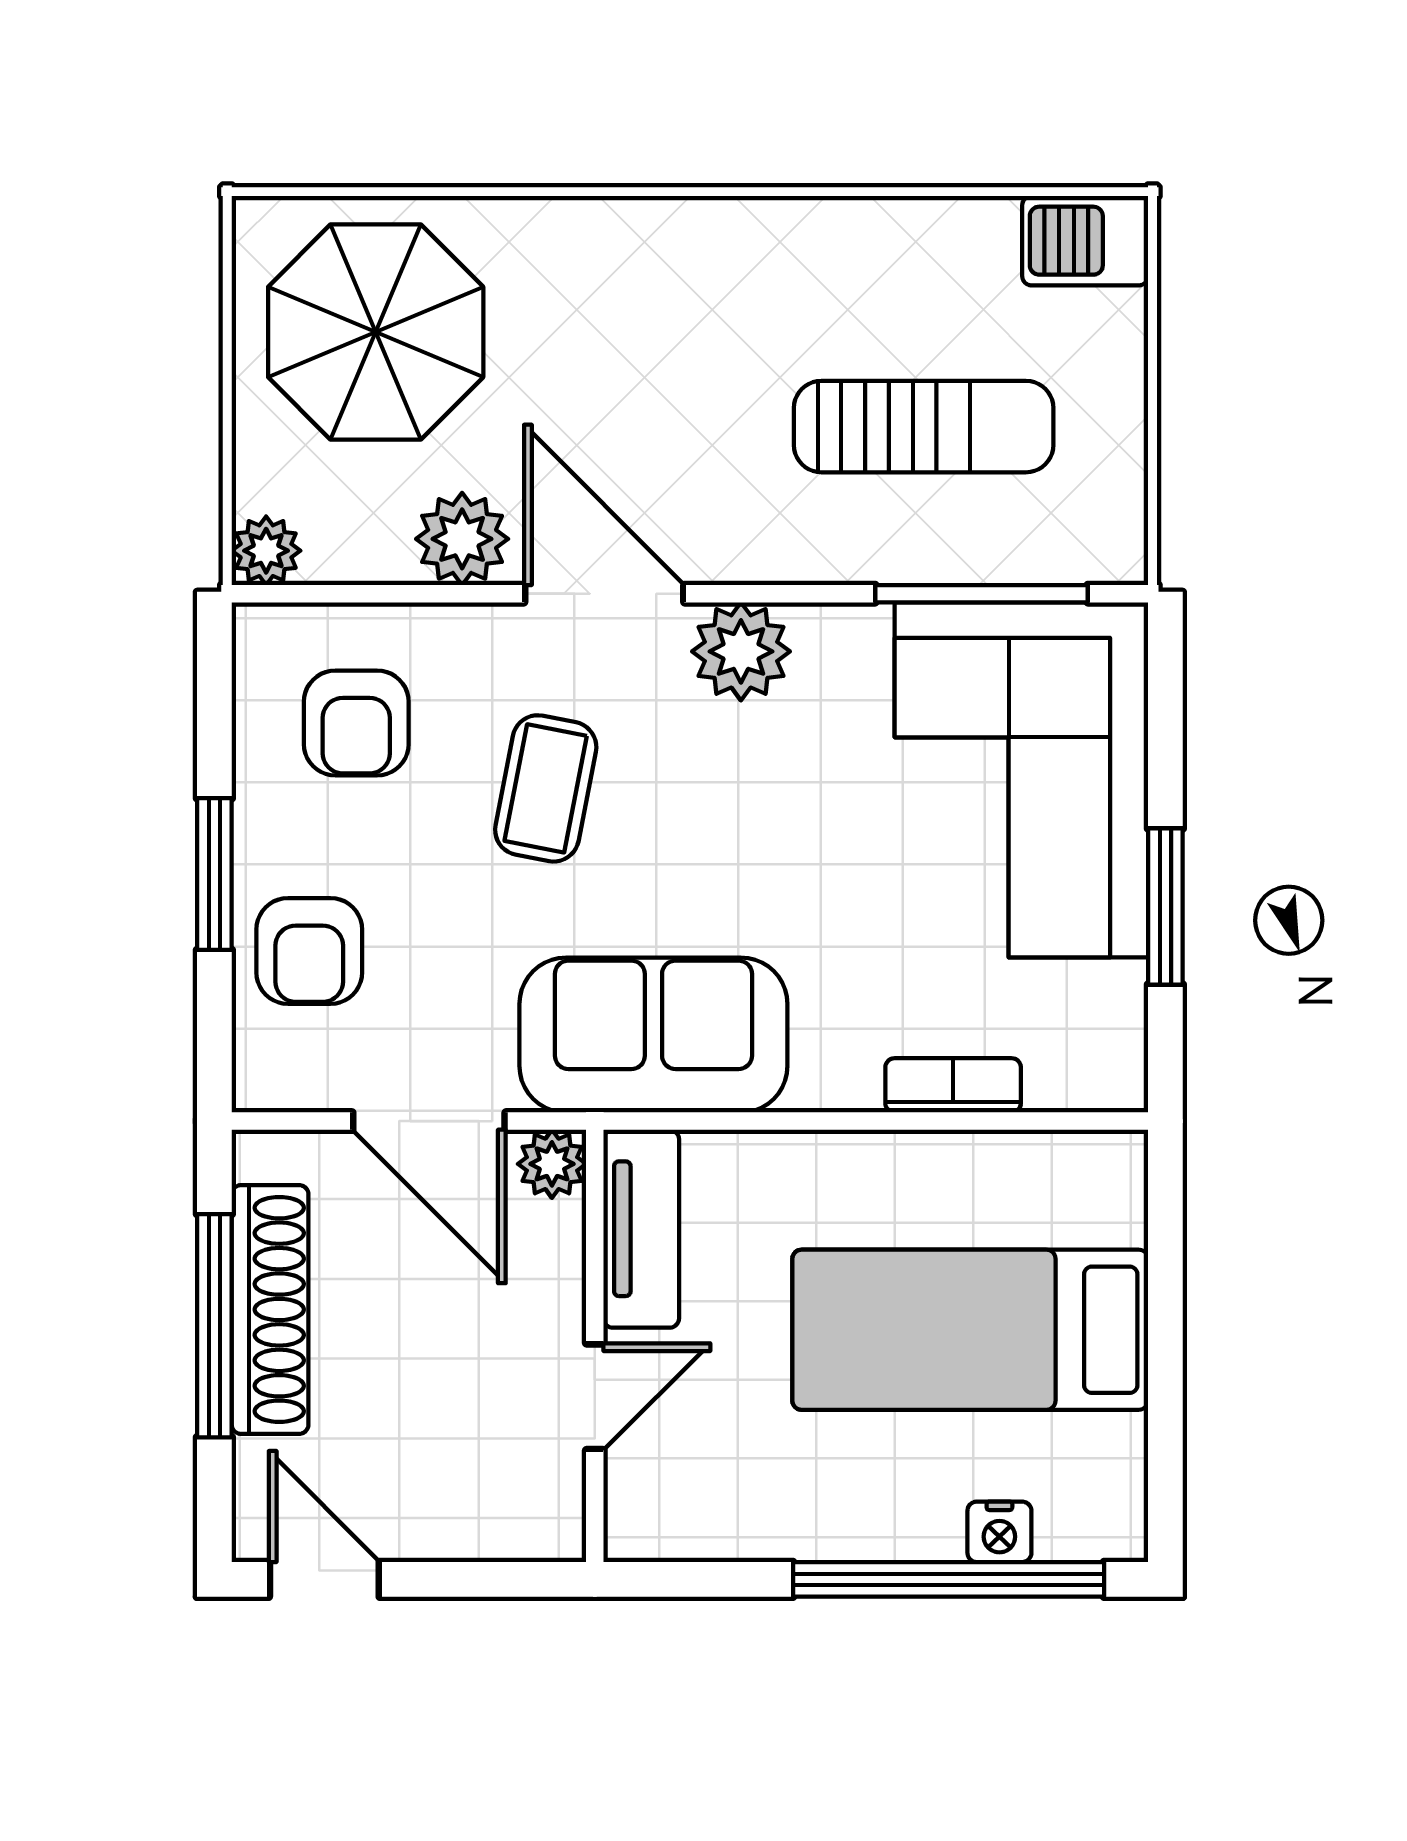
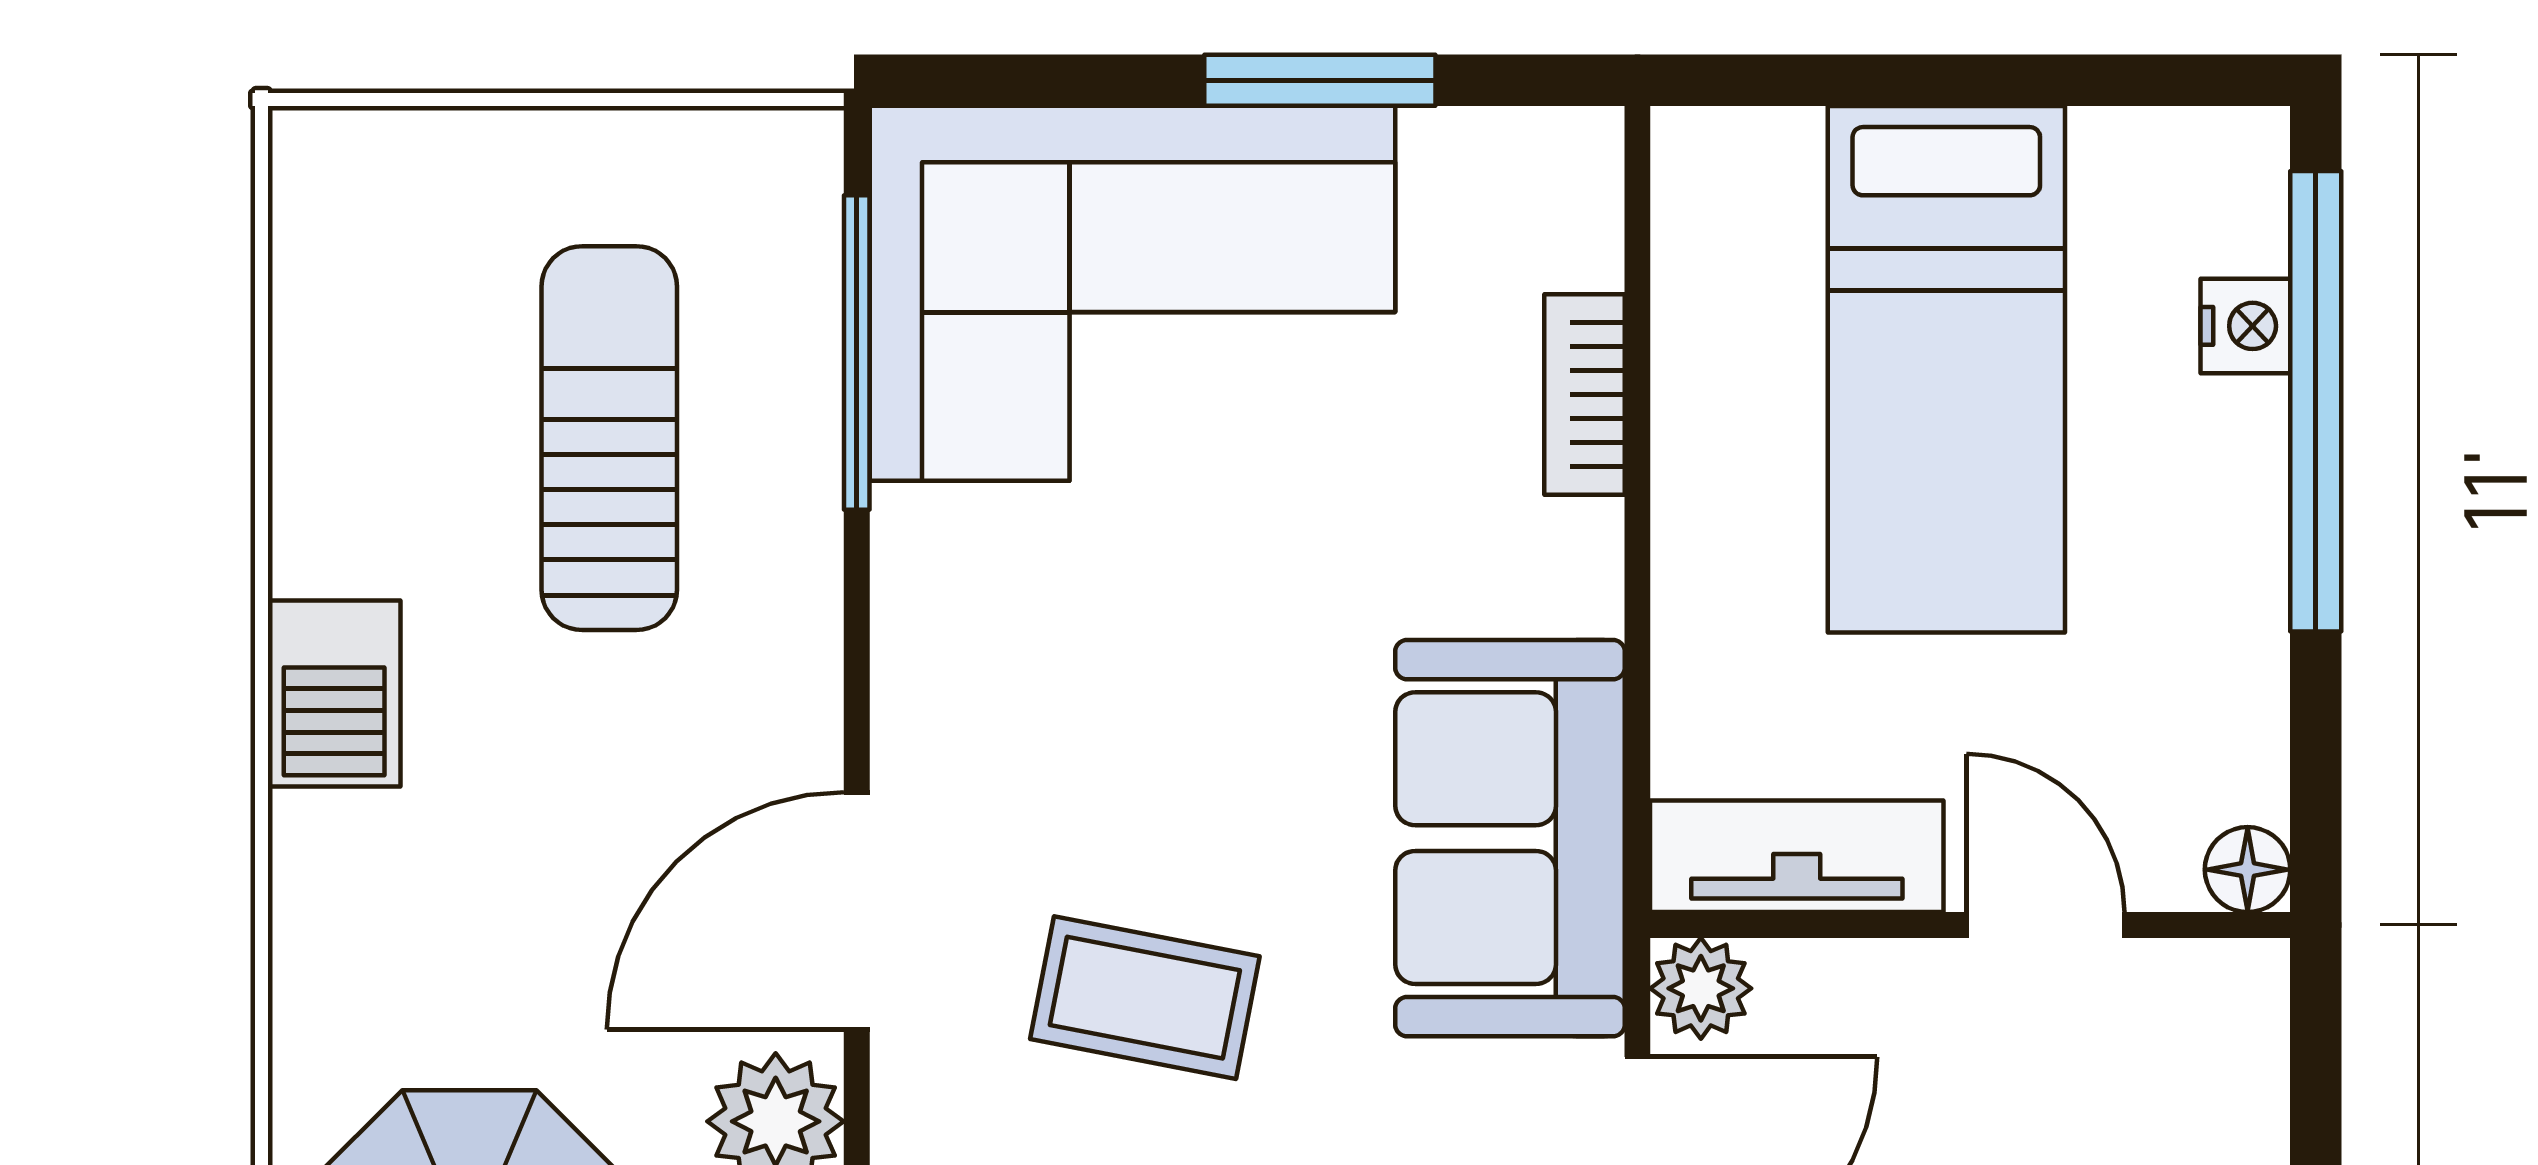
barbecue: (1085, 241) -> (334, 693), moved
plant: (741, 651) -> (942, 709), removed
floor lamp: (632, 1533) -> (2248, 870), added

